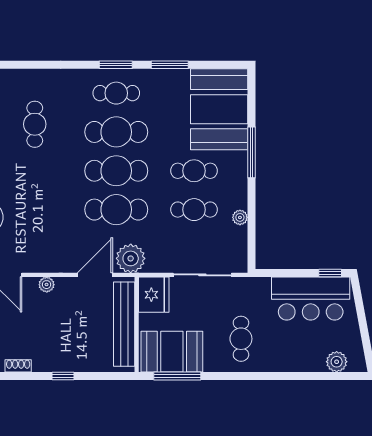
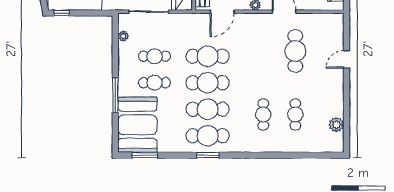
window: (170, 65) -> (145, 155), moved
cafe table: (116, 93) -> (208, 136), width x1.37, depth x1.35
plant: (240, 217) -> (123, 36), moved
plant: (131, 258) -> (198, 23), removed

